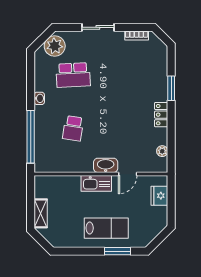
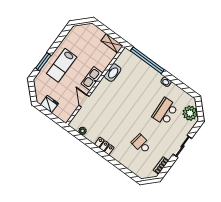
window: (171, 88) -> (115, 163), removed
school desk: (73, 128) -> (141, 144), moved
washbasin: (106, 165) -> (113, 73), moved
fridge: (159, 196) -> (49, 104), moved
shelving: (41, 213) -> (112, 43), moved

